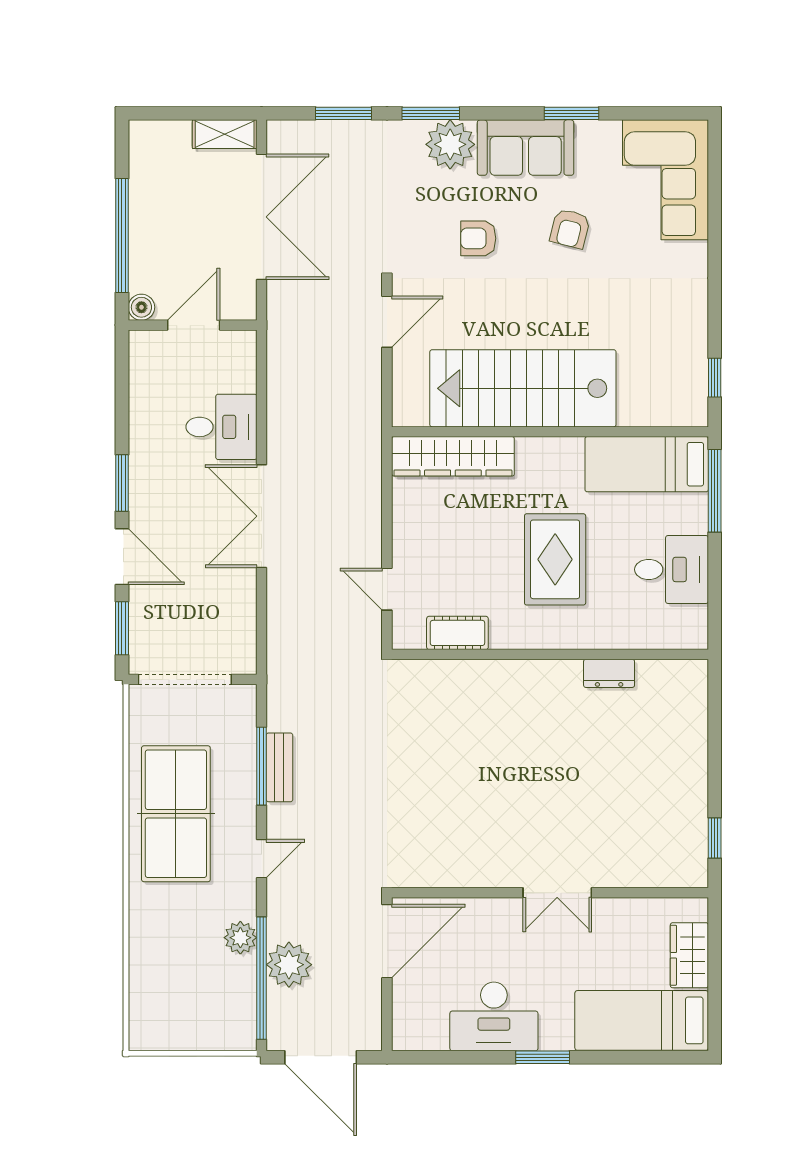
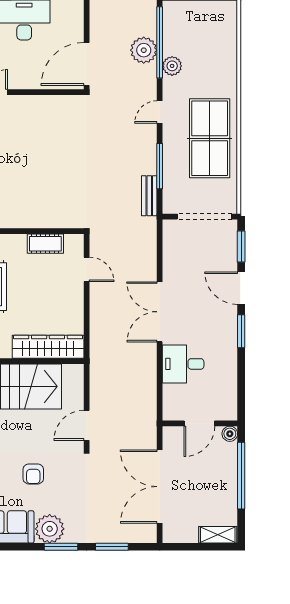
shelving: (225, 134) -> (218, 535), moved
armchair: (478, 238) -> (33, 474), turned 90
double door: (262, 516) -> (160, 312), swing flipped
bench: (279, 767) -> (149, 196), moved

